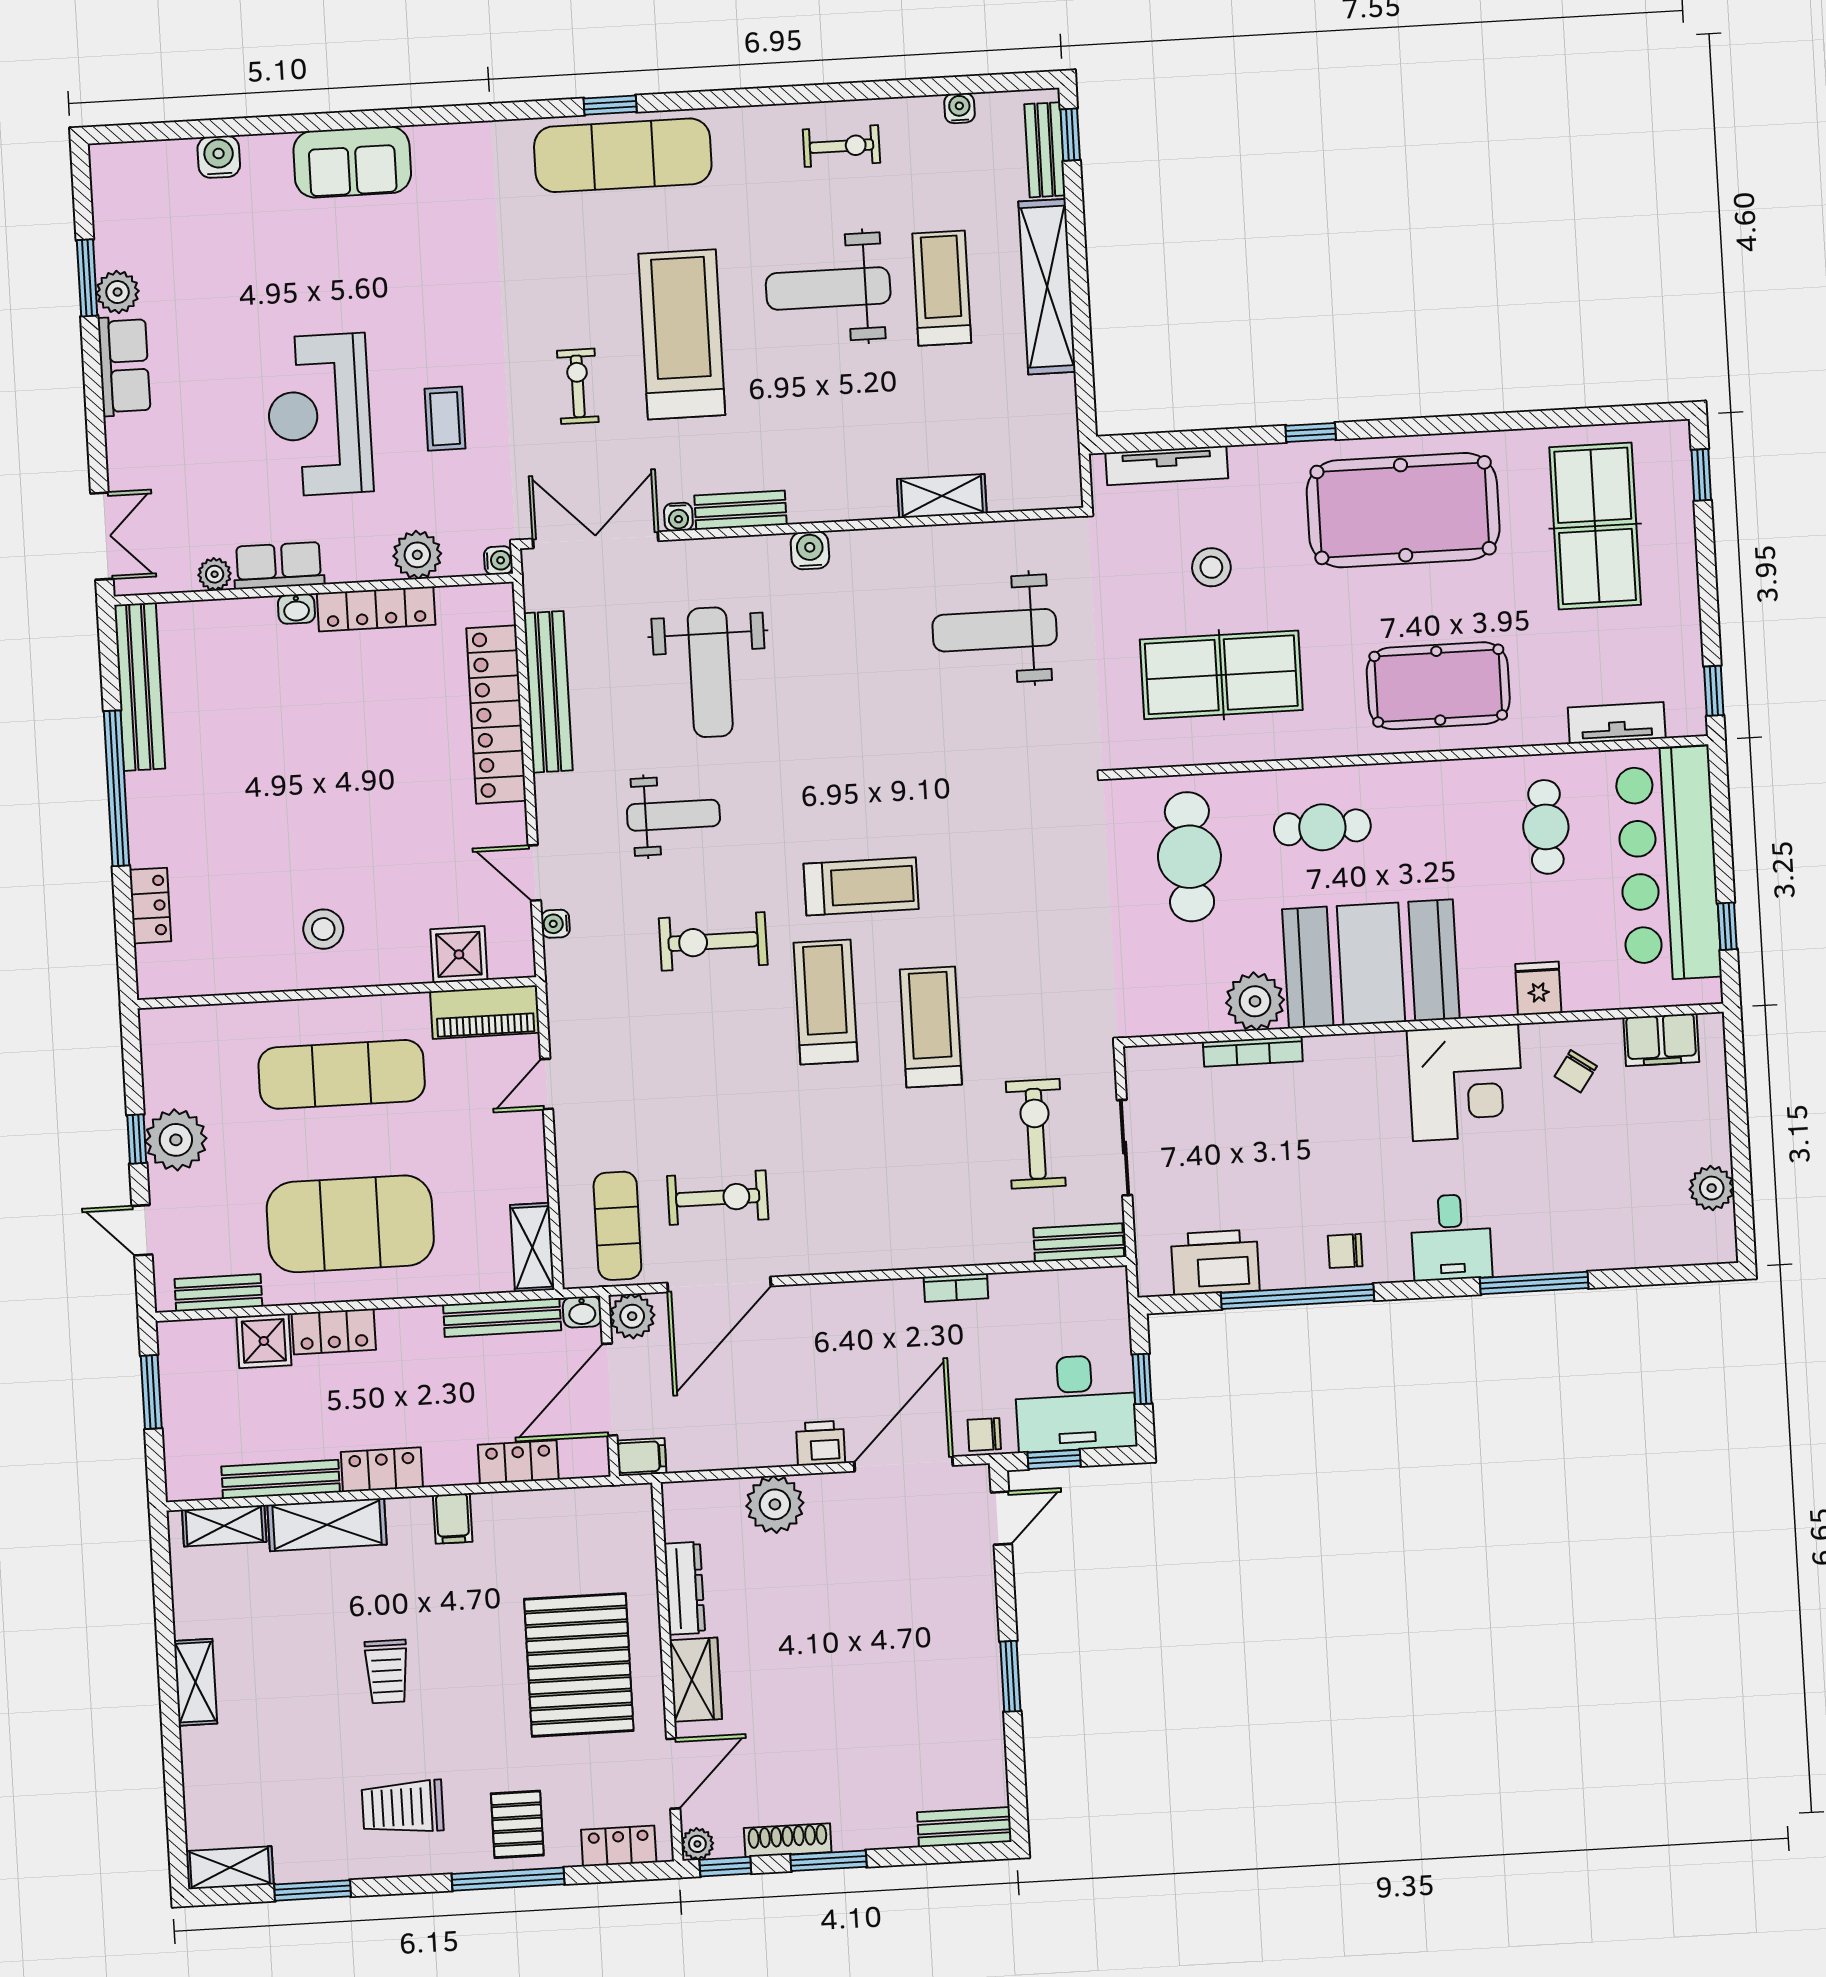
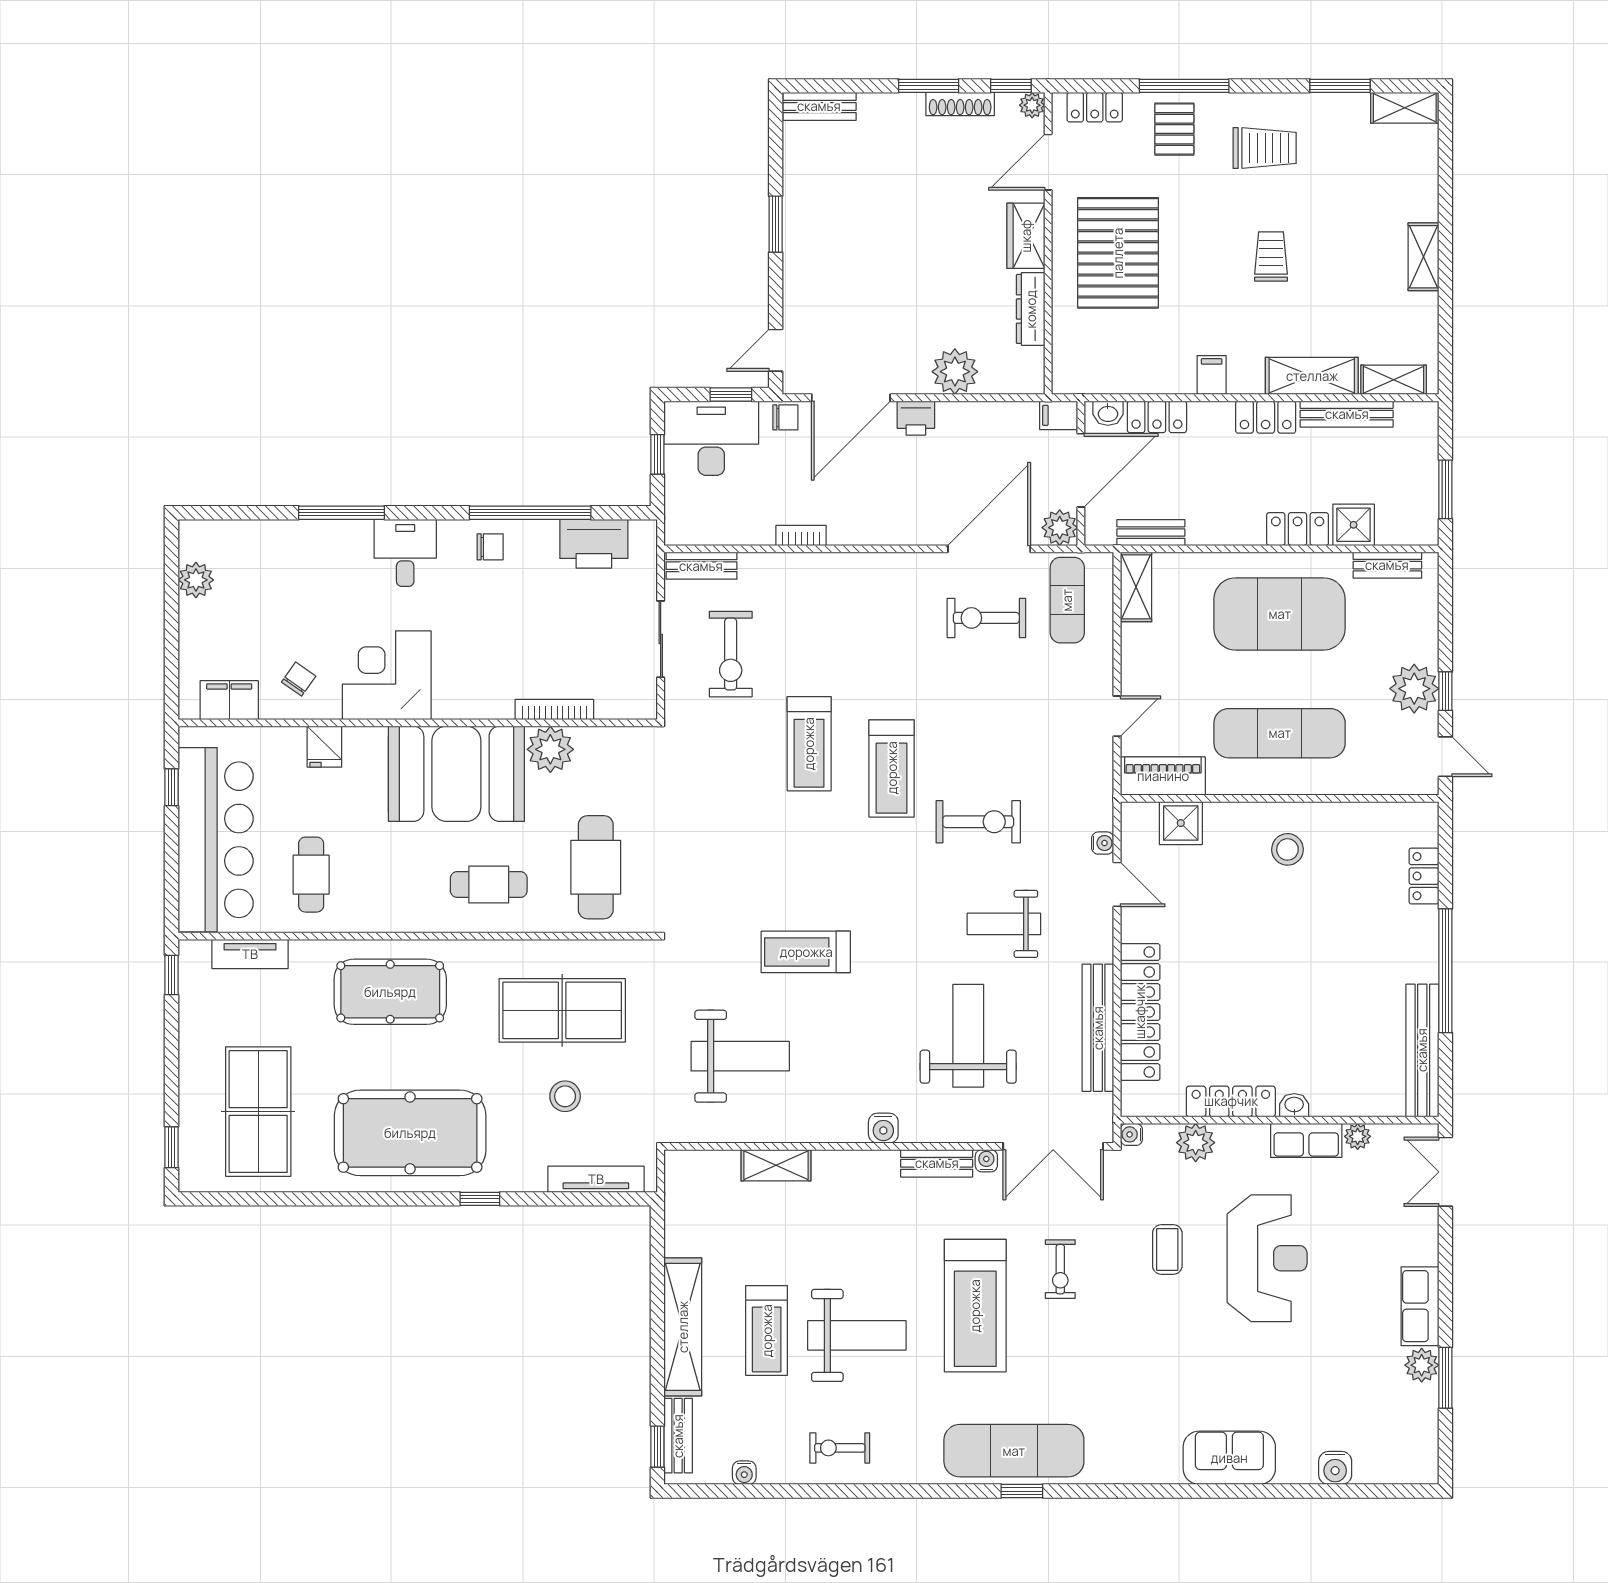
treadmill: (861, 886) -> (806, 952), moved
door: (142, 1230) -> (1445, 757), moved
washbasin: (582, 1312) -> (1108, 413), moved, turned 180
bench: (502, 1317) -> (1151, 533), width x0.73

